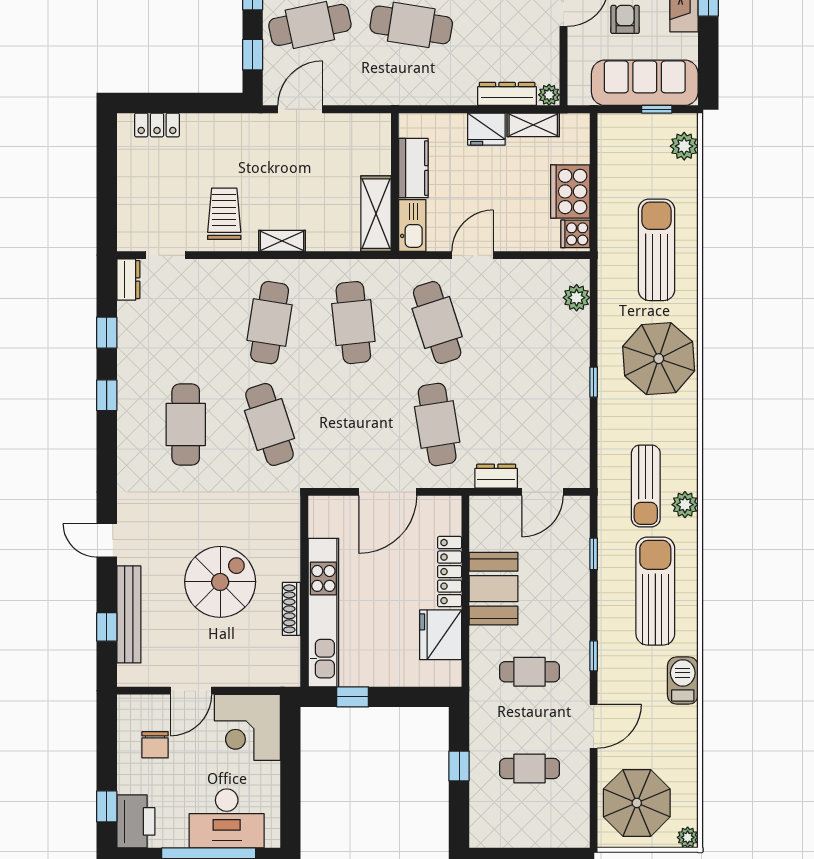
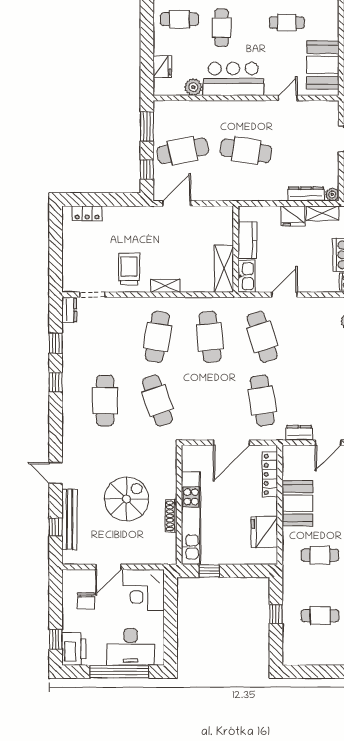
locker: (450, 572) -> (270, 474), moved

